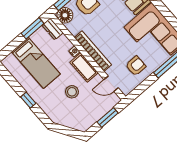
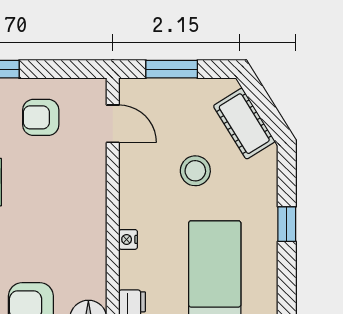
bookcase: (93, 51) -> (95, 211), removed
cot: (84, 68) -> (244, 124), moved, turned -32

